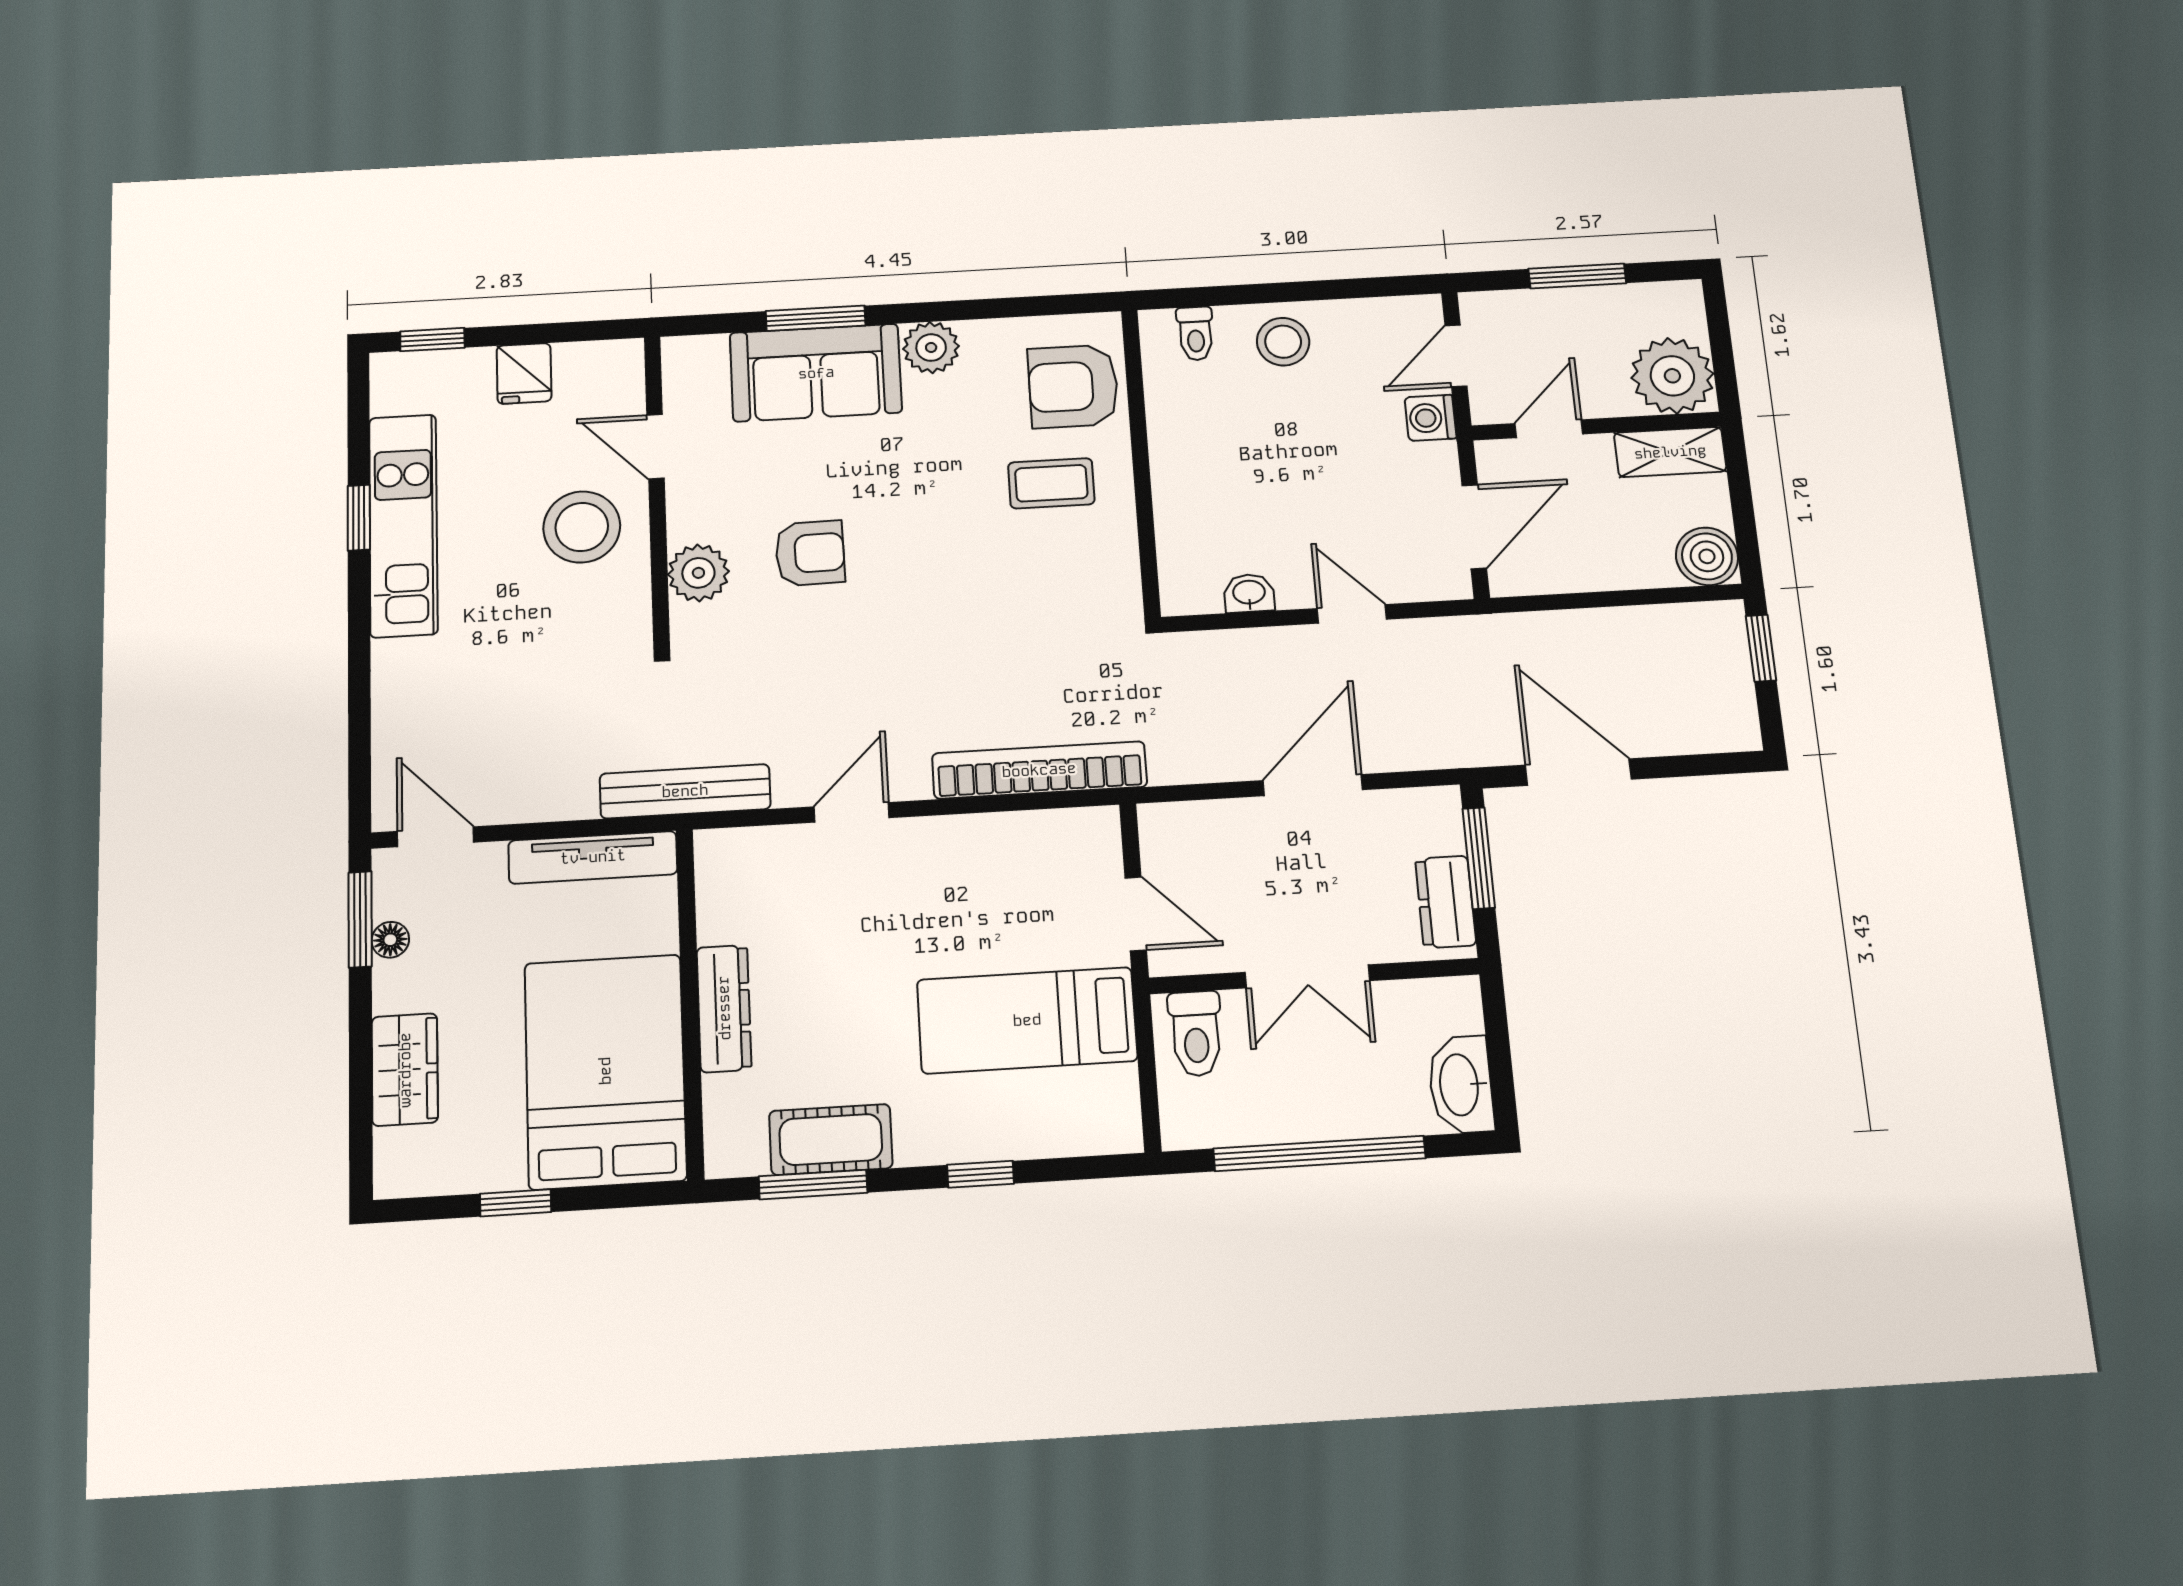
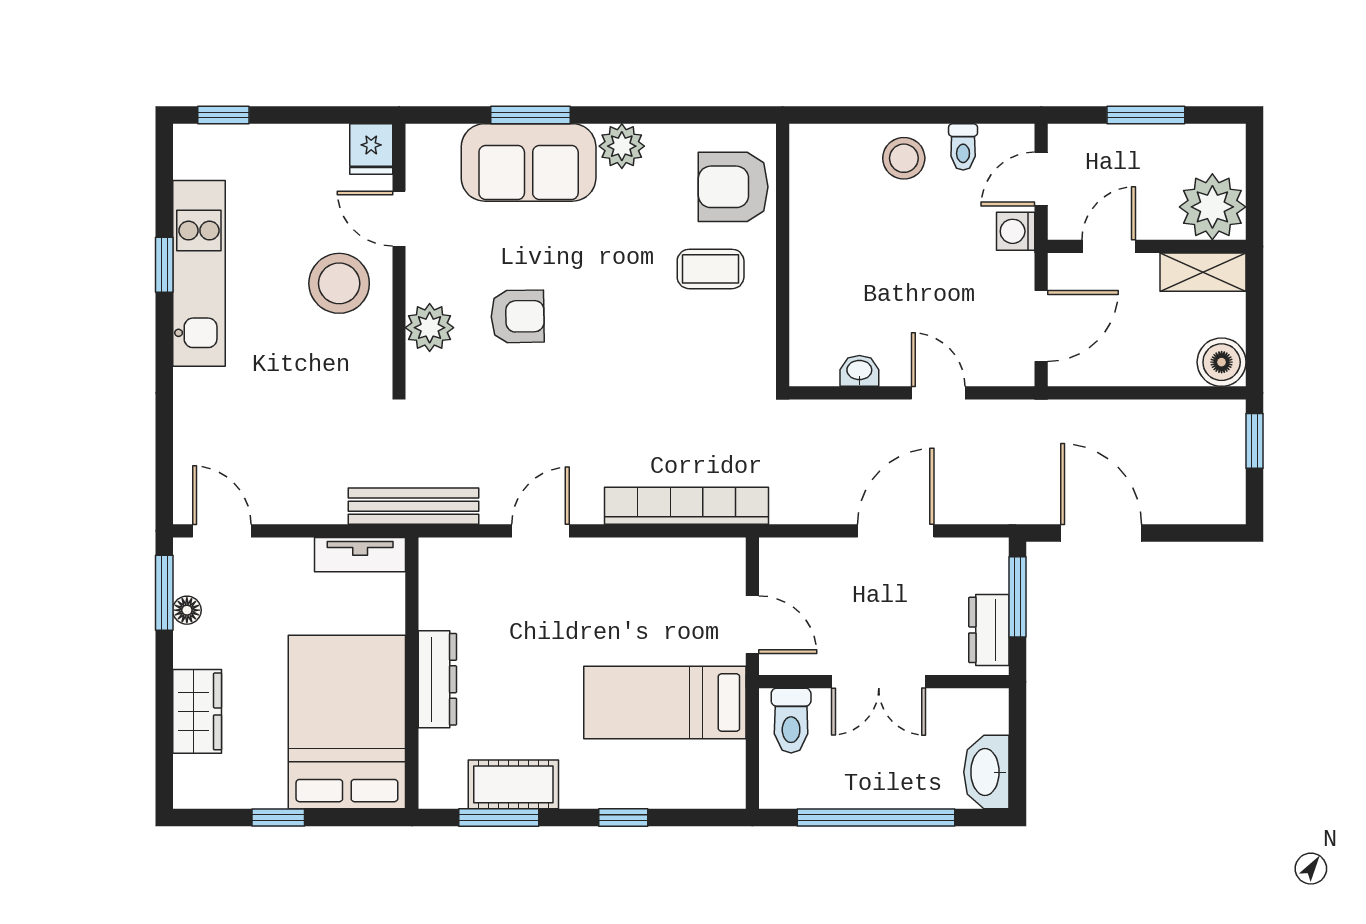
toilet: (1195, 334) -> (963, 147), moved
fridge: (524, 373) -> (371, 149), moved
tv unit: (593, 857) -> (360, 555), width x0.71

